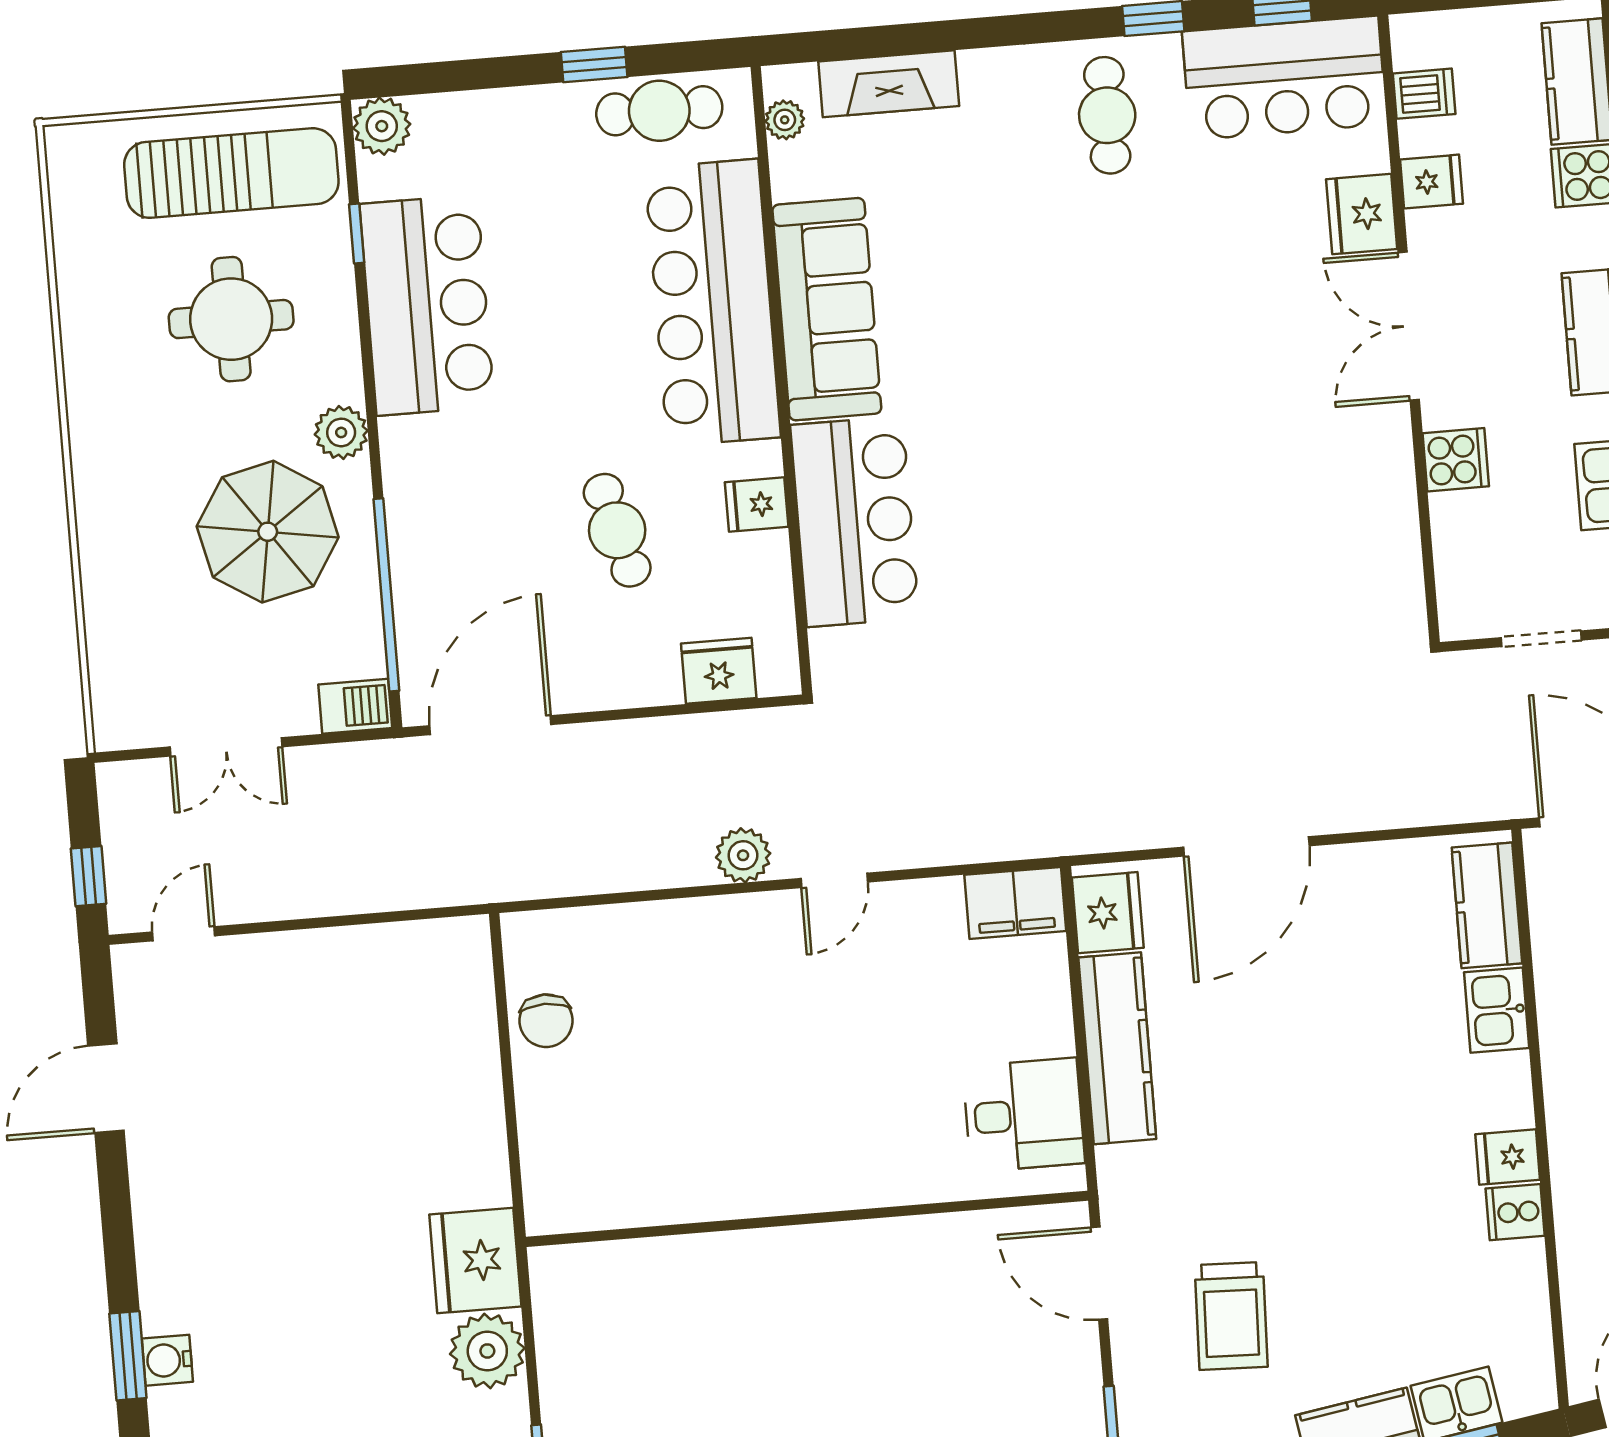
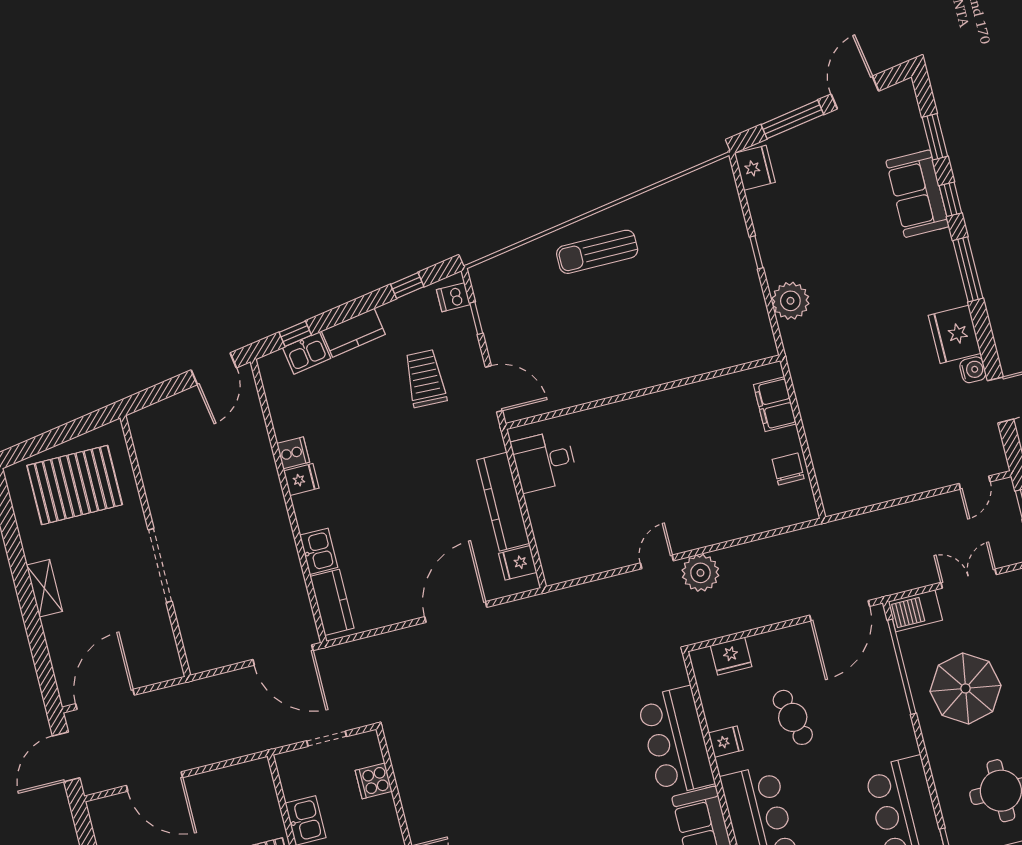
plant: (341, 432) -> (937, 743), removed
cooker: (1456, 460) -> (374, 781), moved
barbecue: (355, 706) -> (915, 611), width x1.38, depth x1.27
plant: (743, 855) -> (700, 573), width x1.36, depth x1.36
filing cabinet: (1015, 903) -> (775, 404), moved, turned -90
fridge: (1108, 913) -> (518, 563), width x0.72
fridge: (475, 1260) -> (955, 334), moved, turned 180
window: (128, 1356) -> (968, 269), width x1.44
water cooler: (167, 1360) -> (973, 370), moved

